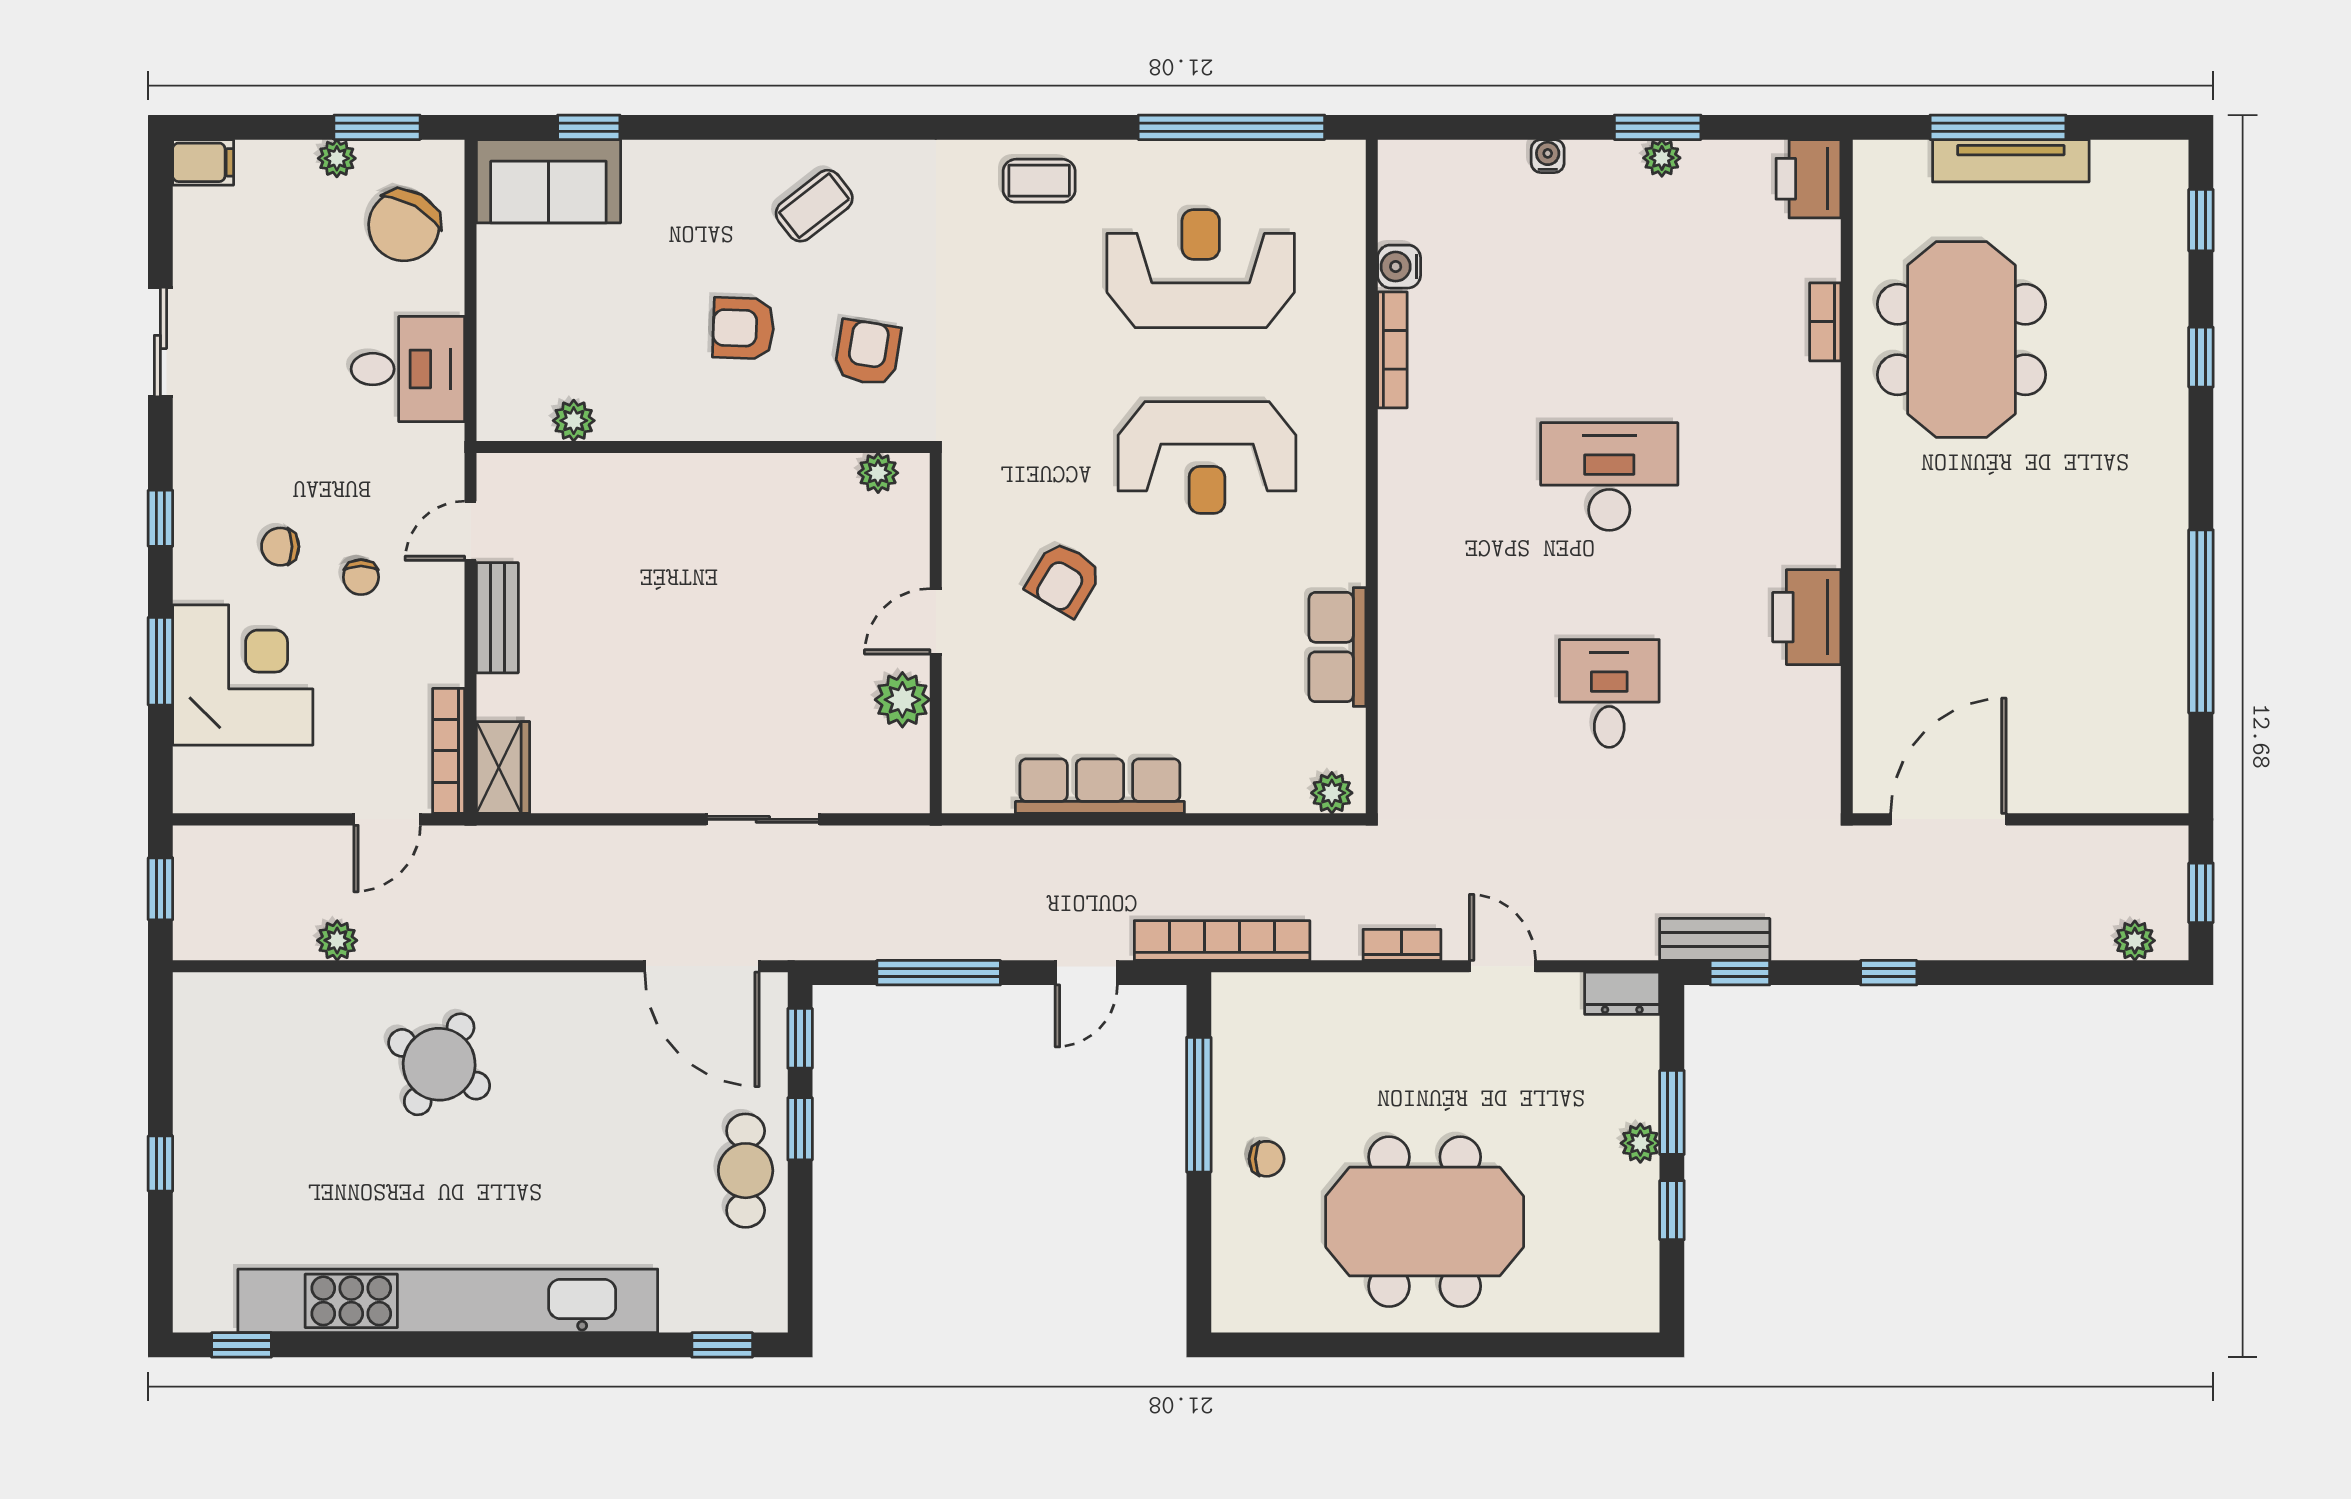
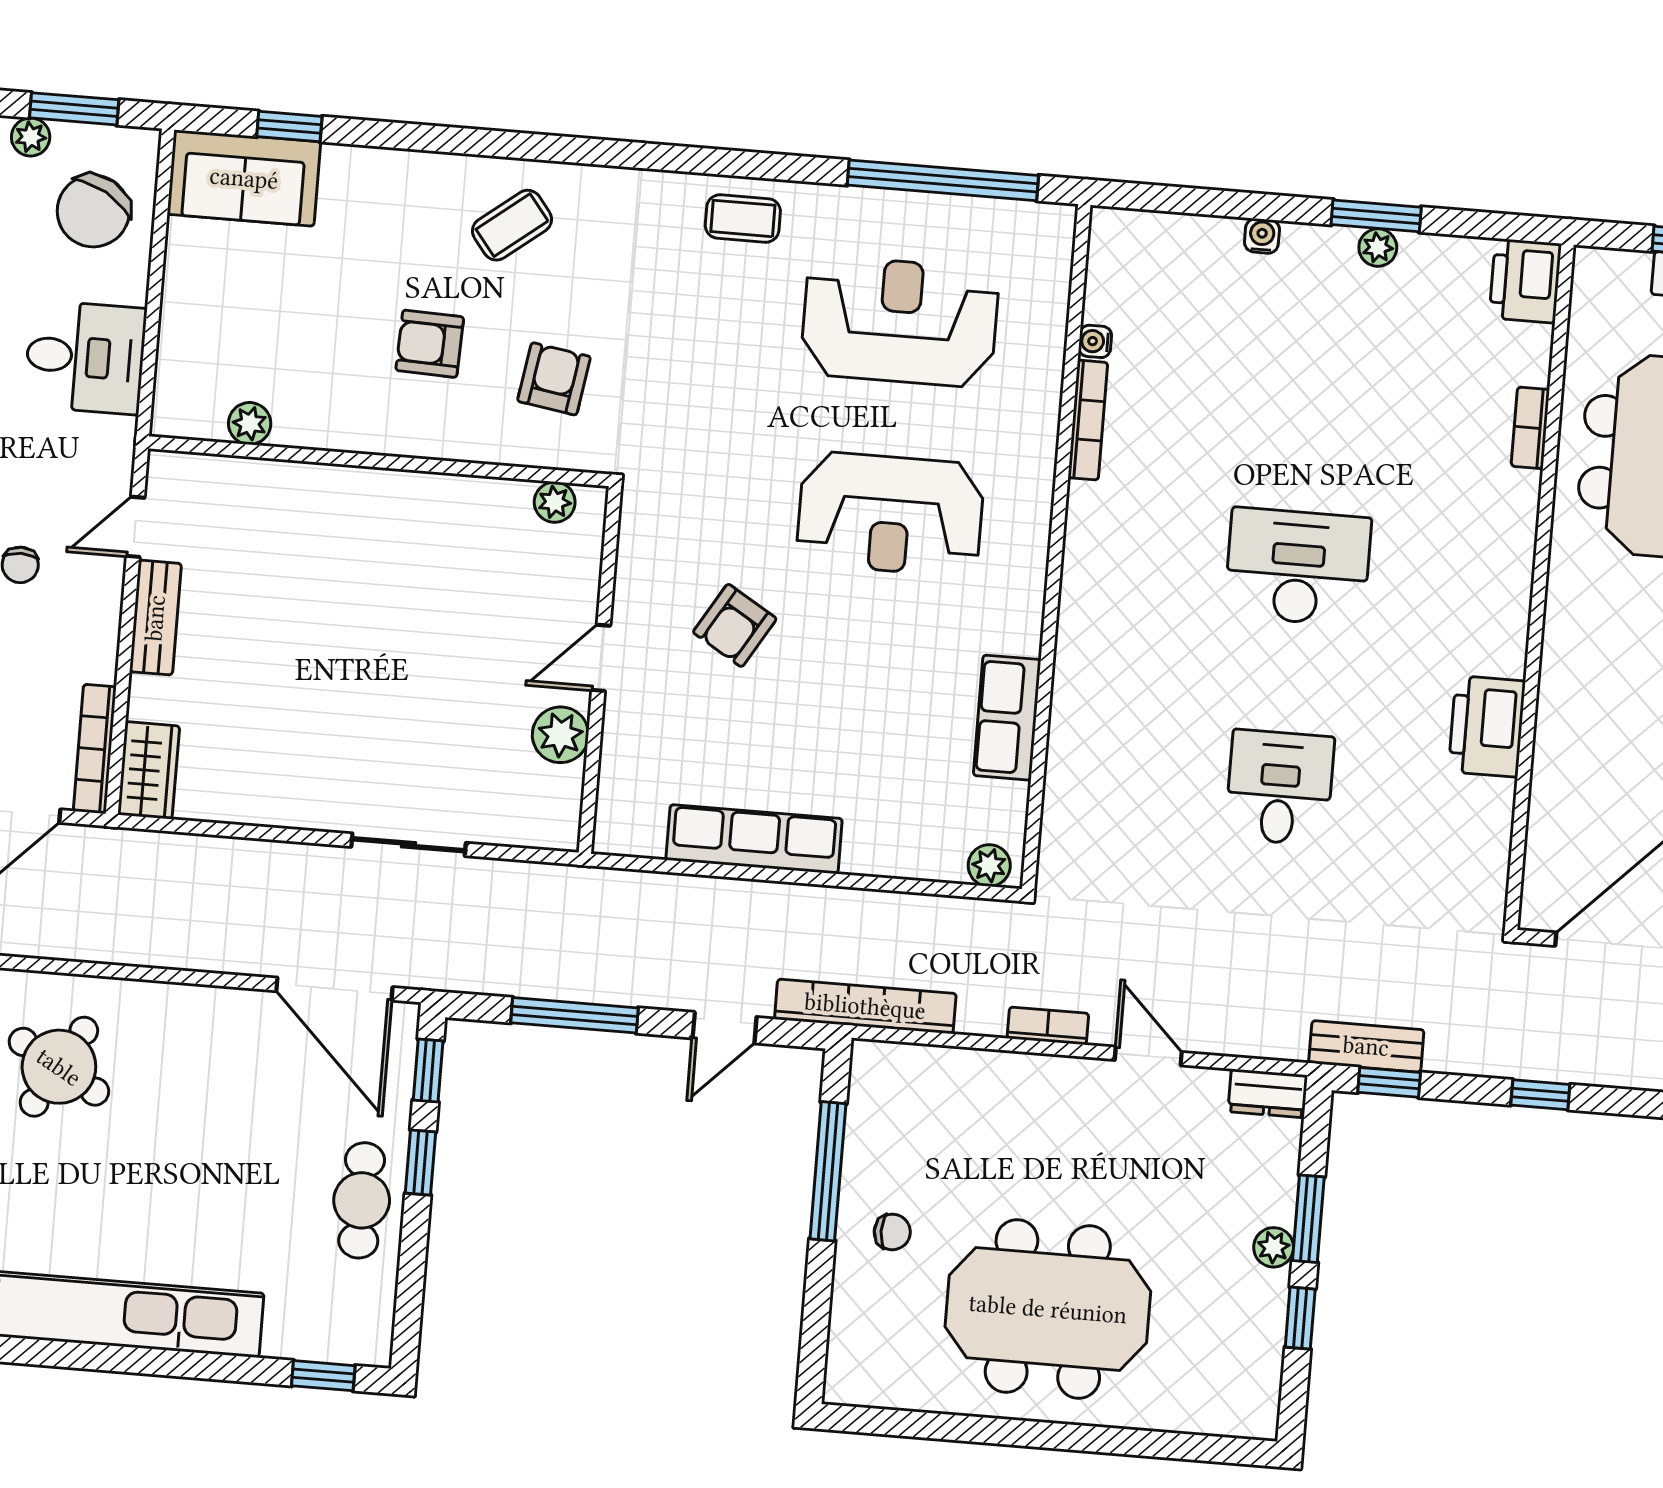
water cooler: (1399, 267) -> (1095, 341), width x0.72, depth x0.72

